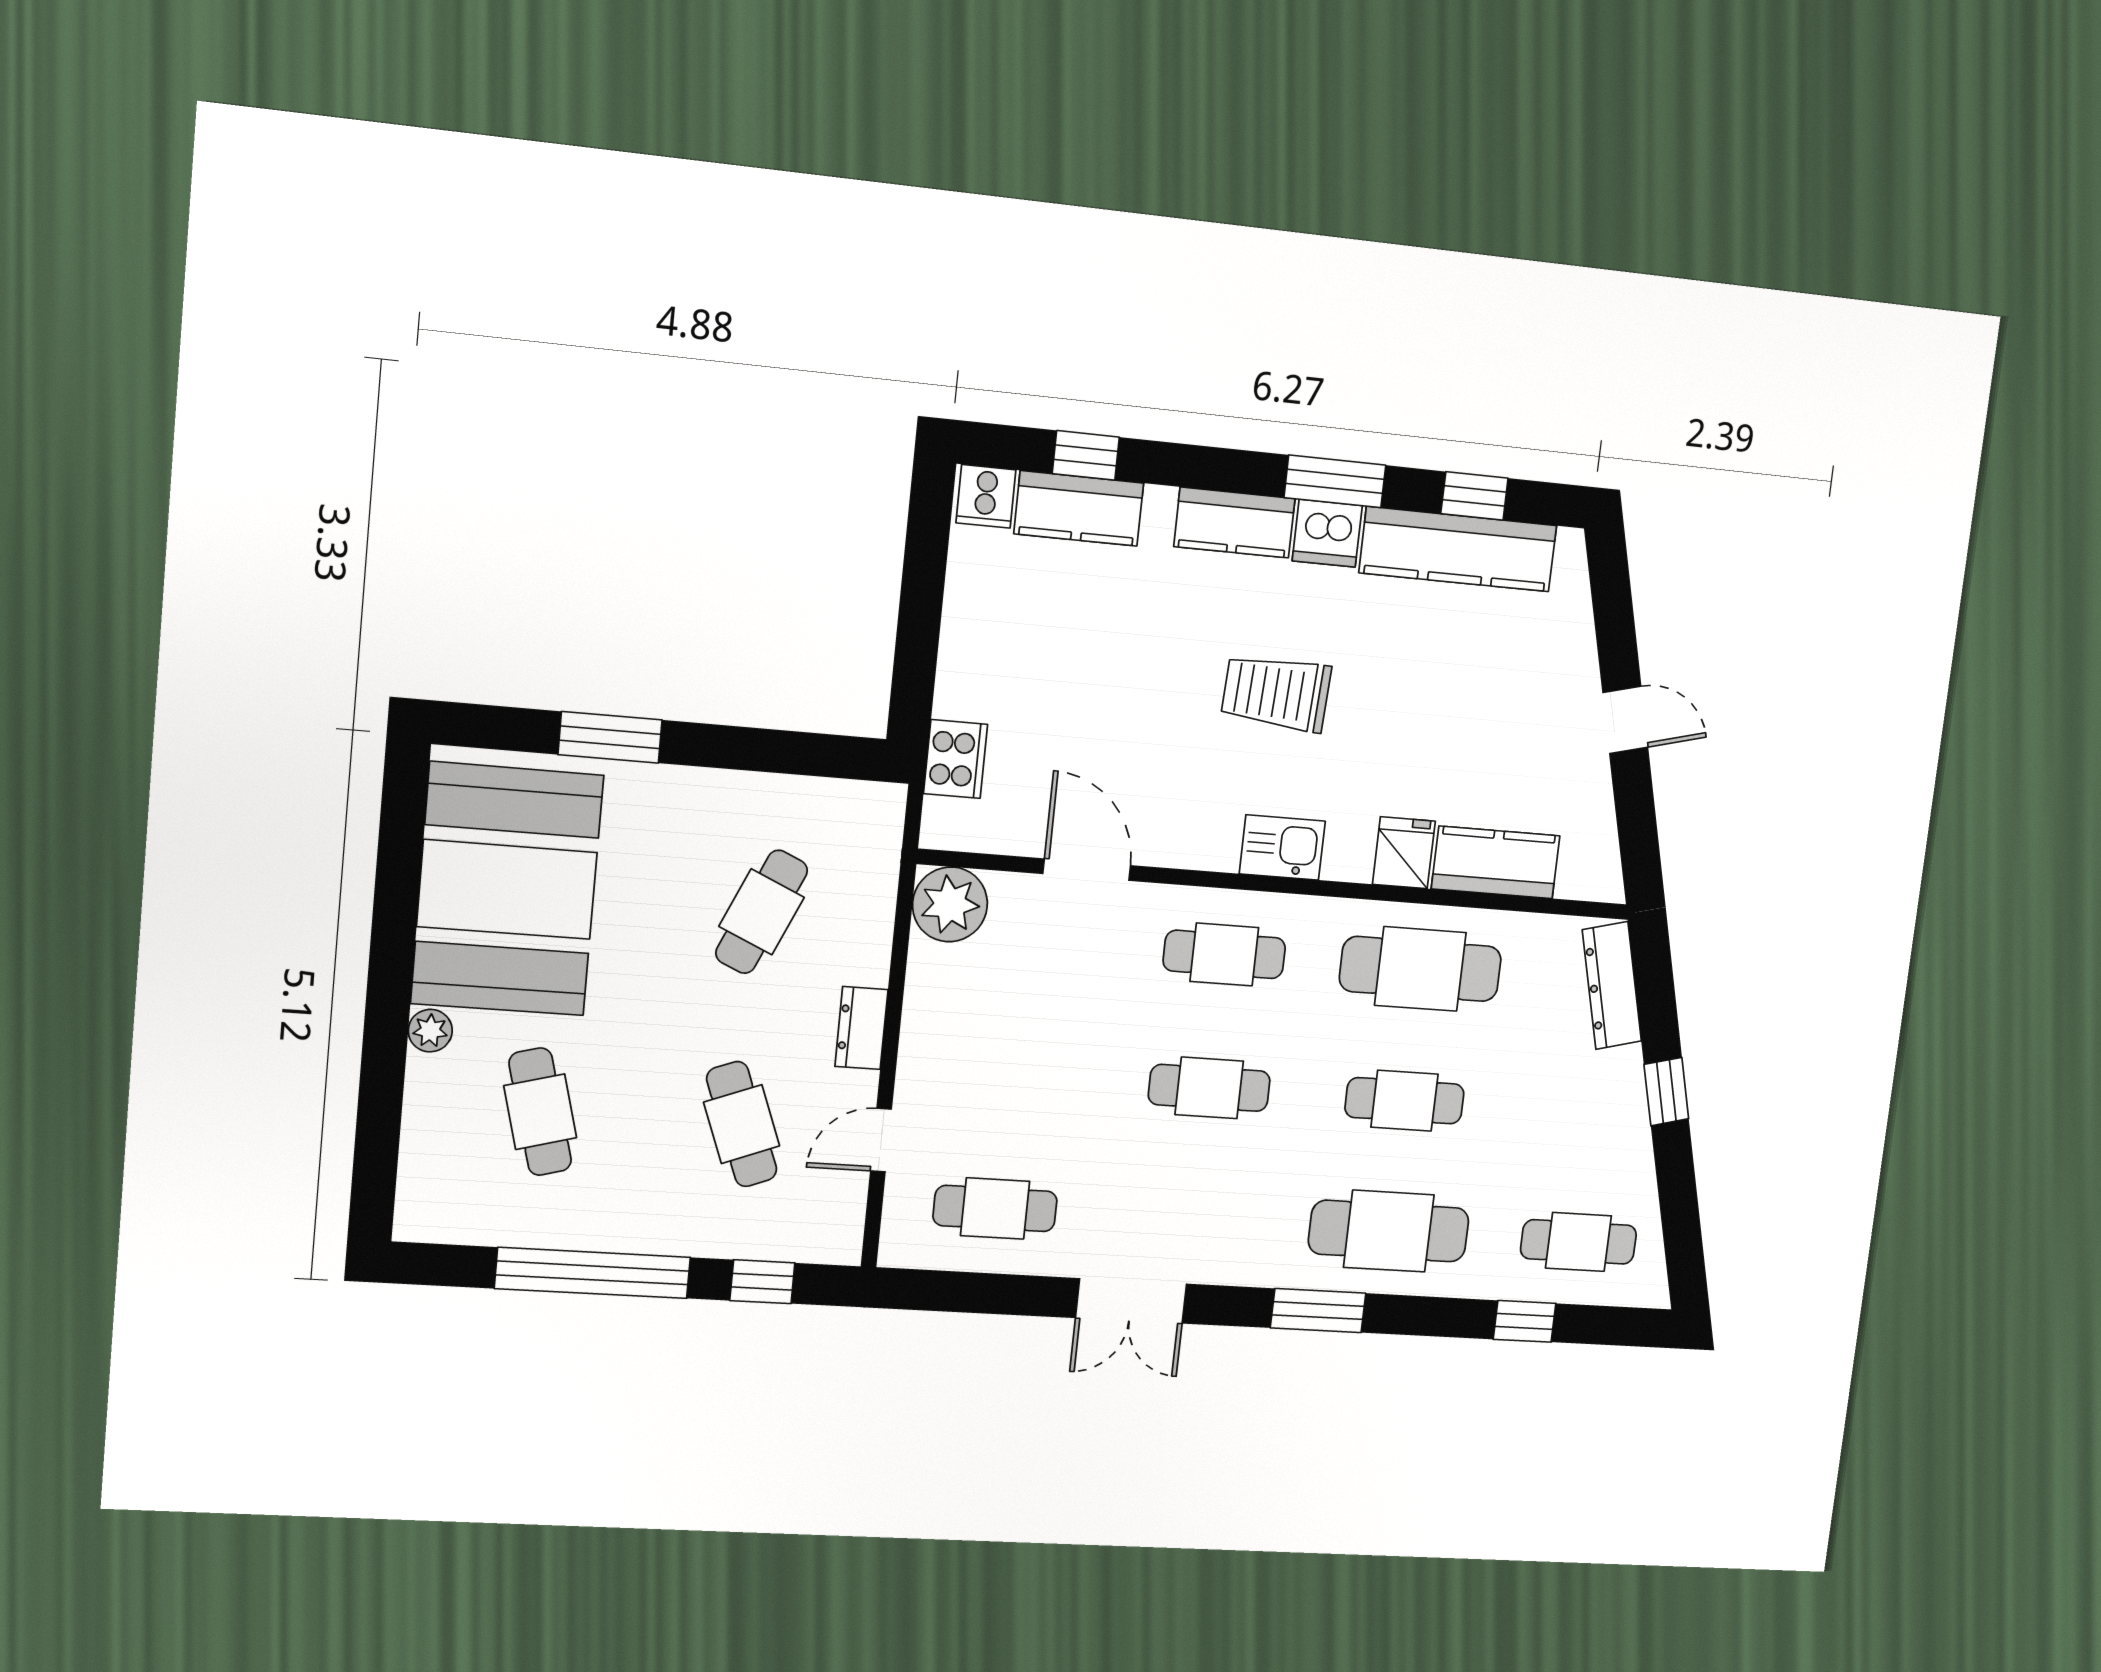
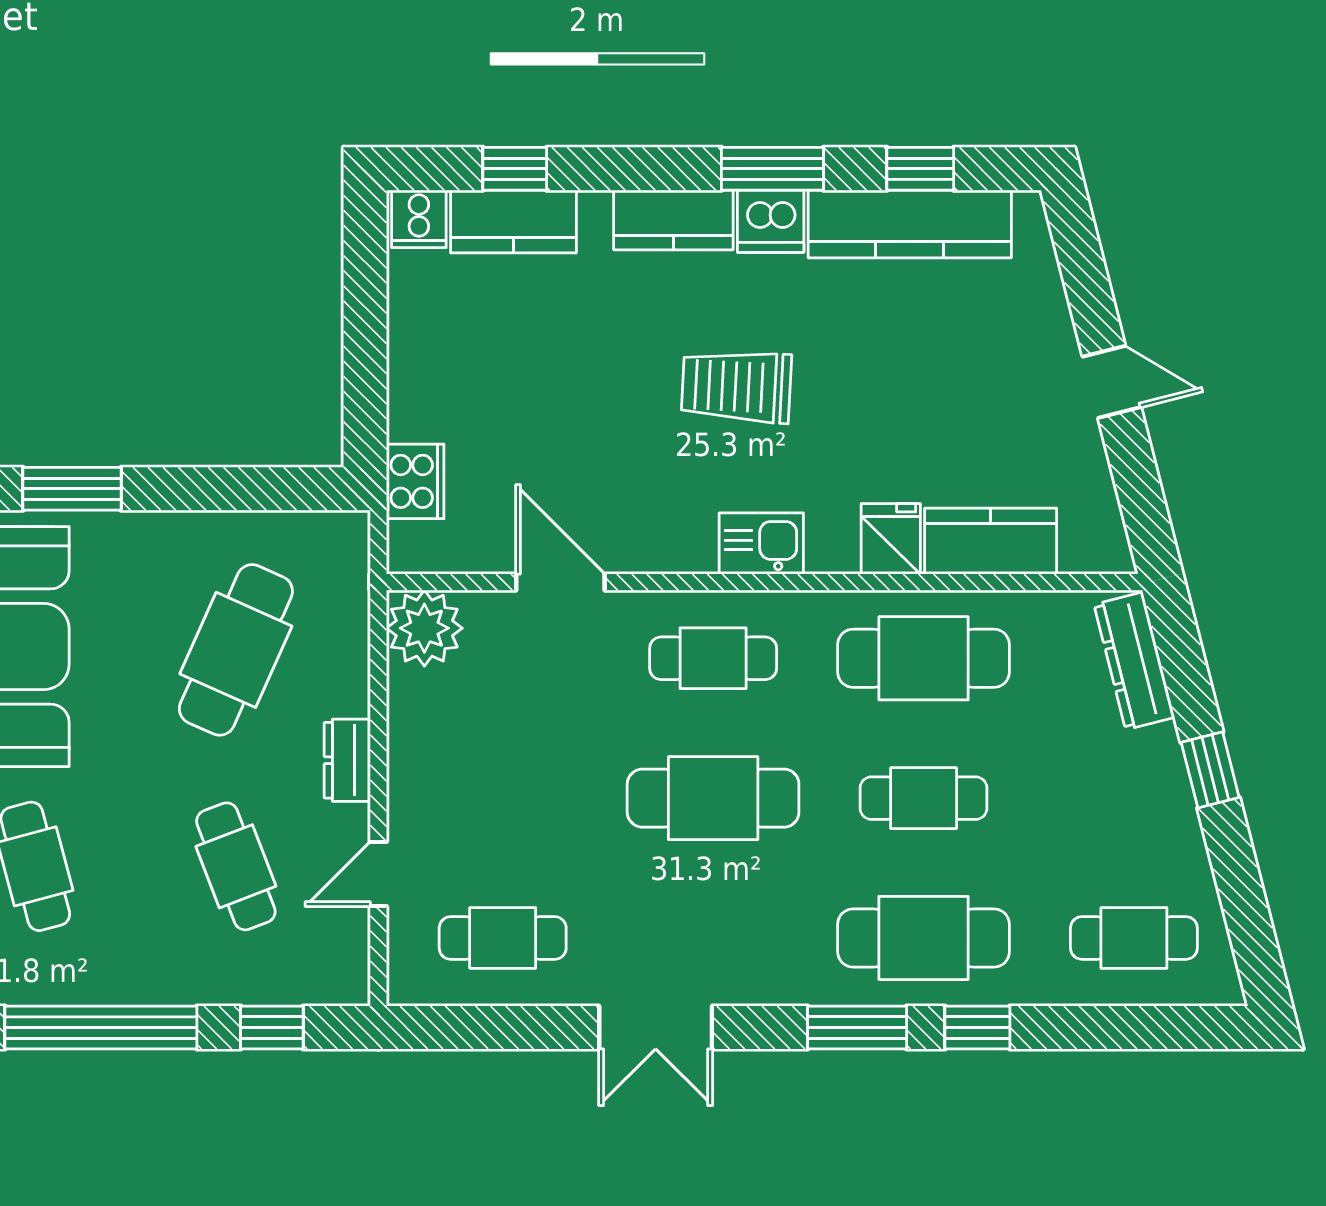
cafe table: (762, 912) -> (236, 650), width x1.37, depth x1.35
cafe table: (1209, 1088) -> (713, 798), width x1.37, depth x1.35
window: (1525, 1321) -> (977, 1027), moved

